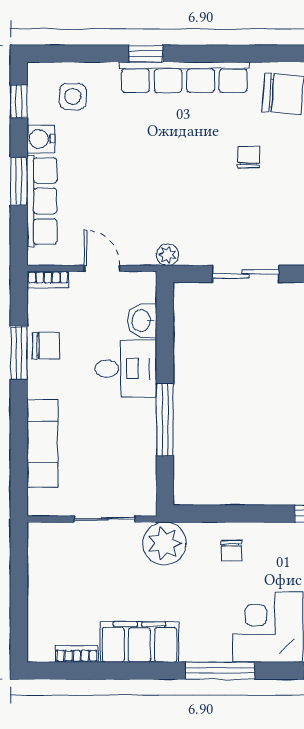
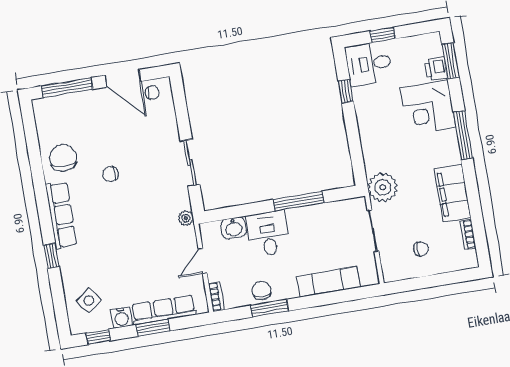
row of seats: (184, 77) -> (61, 215), width x0.73
side table: (73, 96) -> (89, 301), turned -36
chair: (231, 551) -> (421, 249), moved

